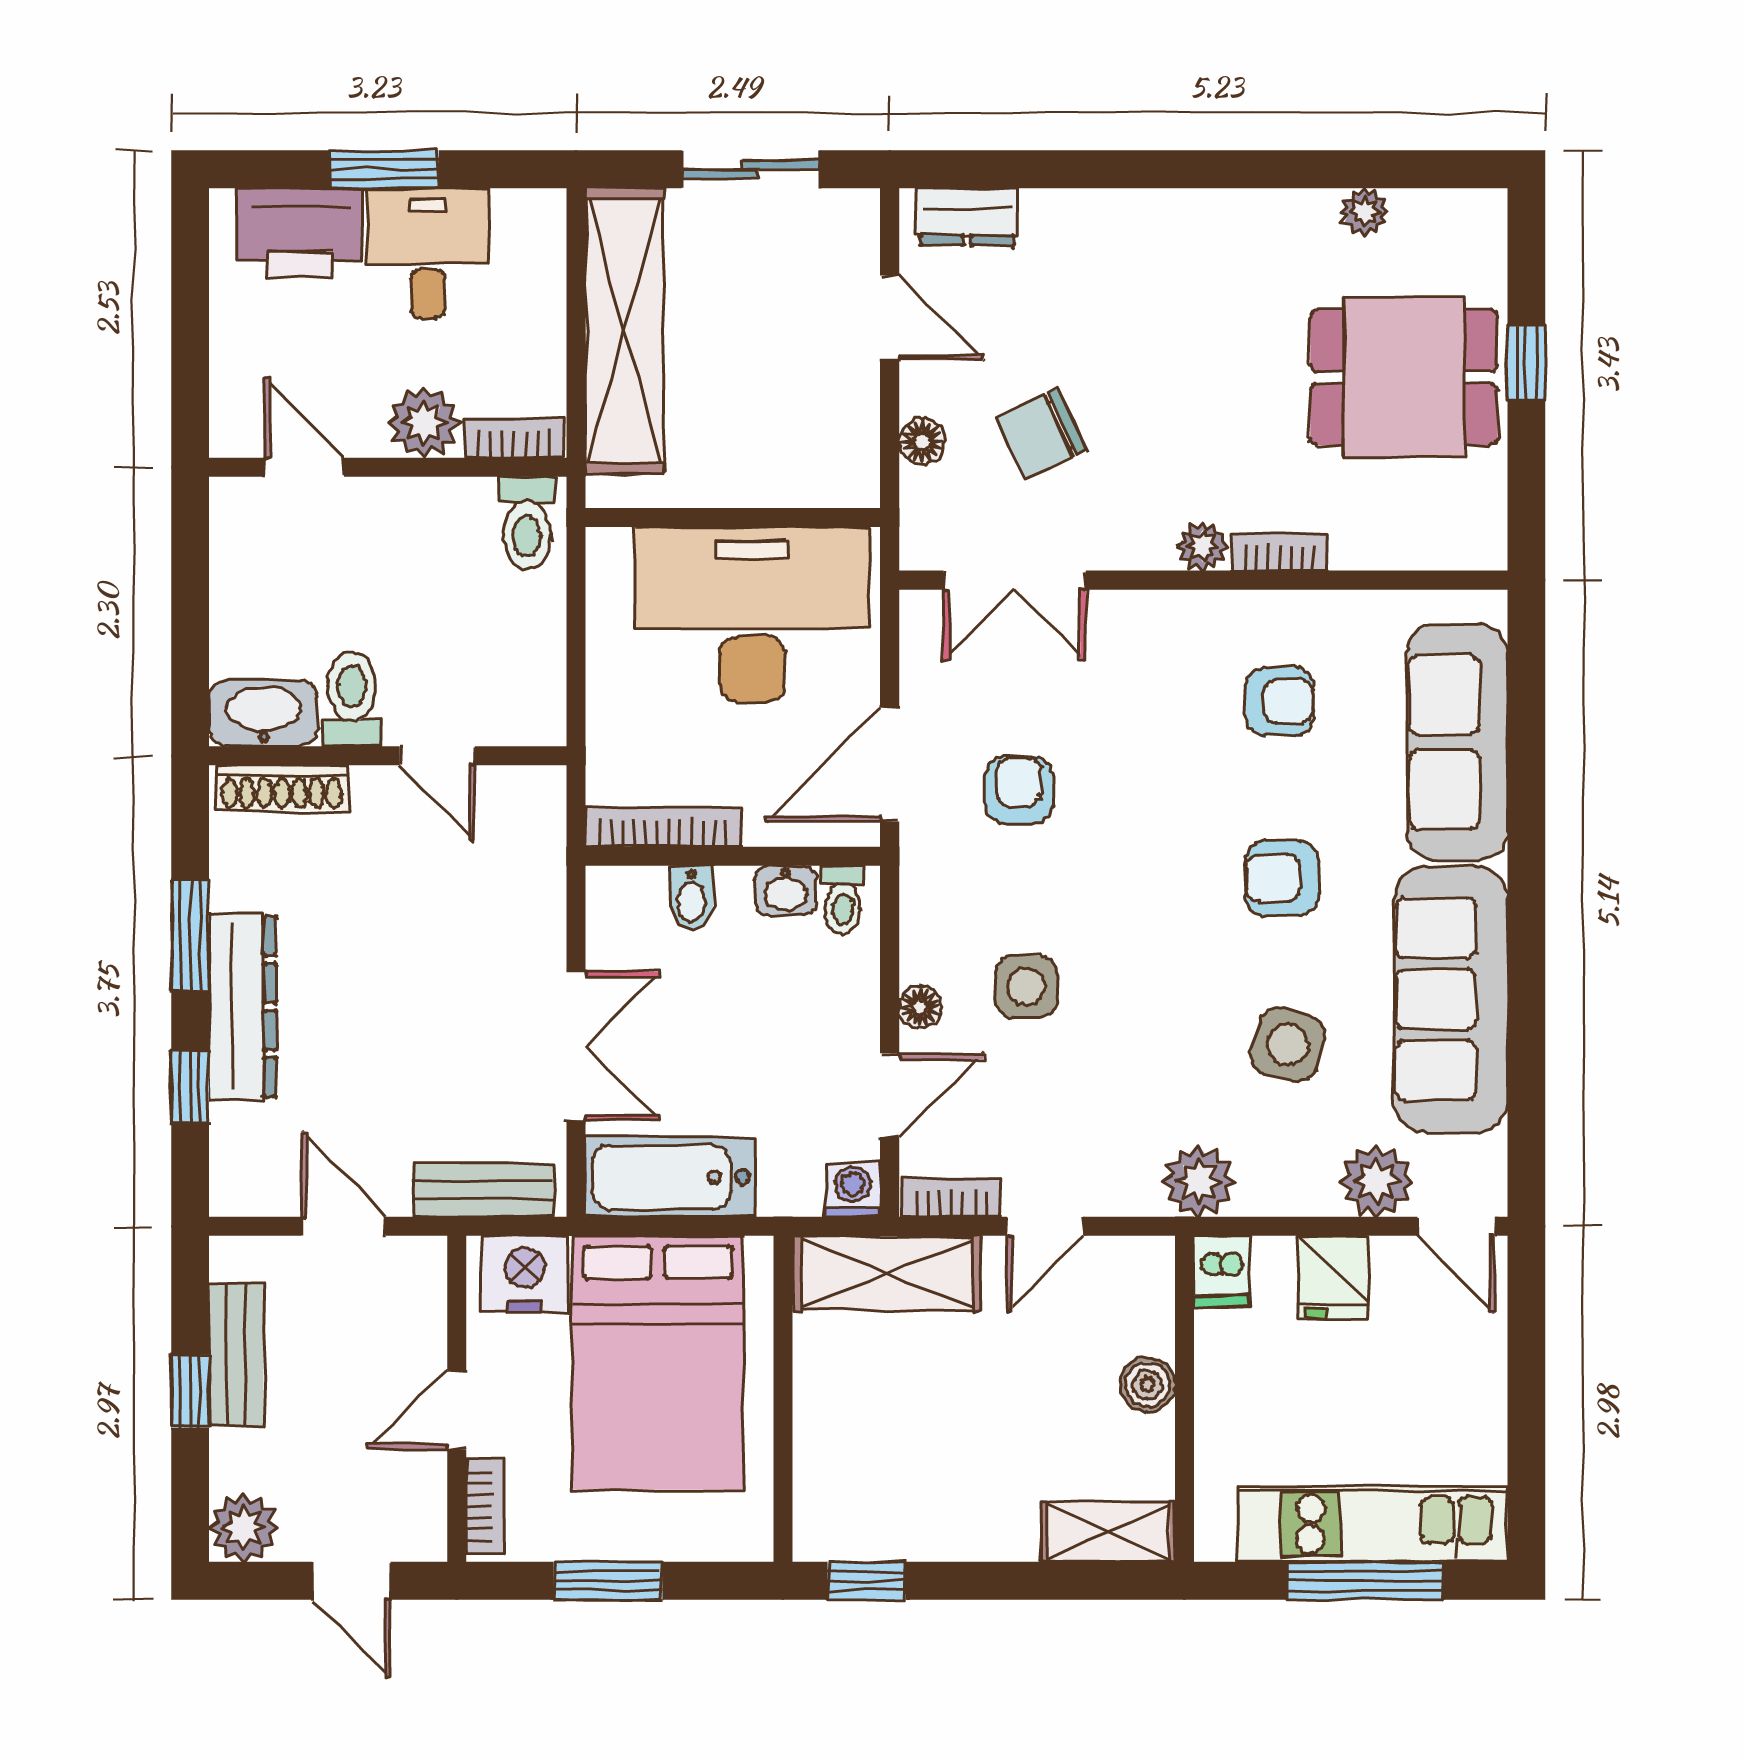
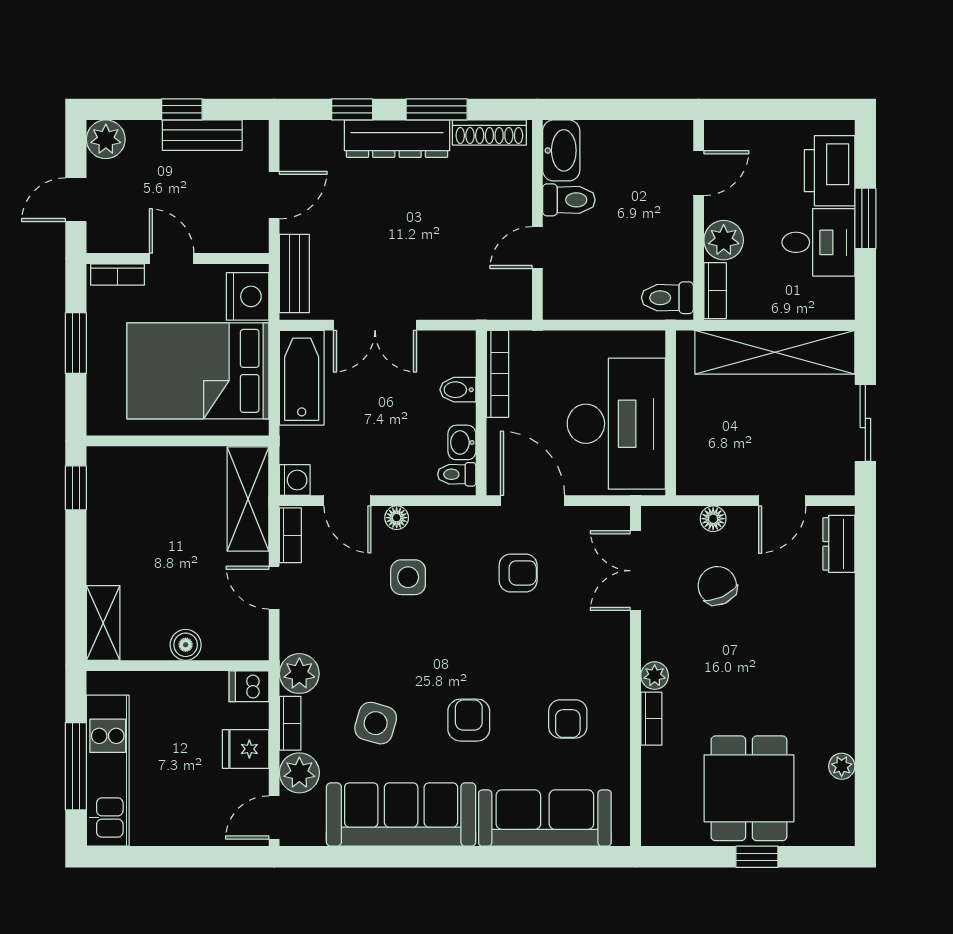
shoe rack: (282, 788) -> (489, 132), moved, turned -90
bookcase: (1288, 1198) -> (290, 723), added

